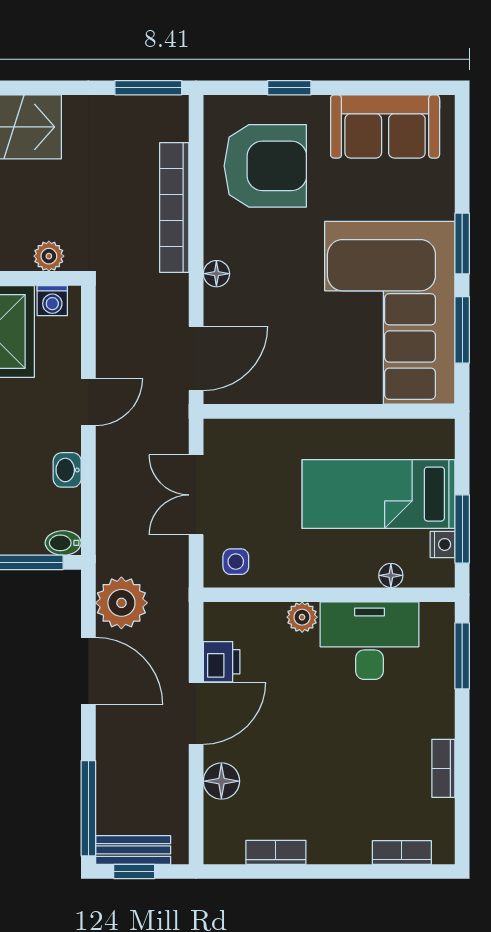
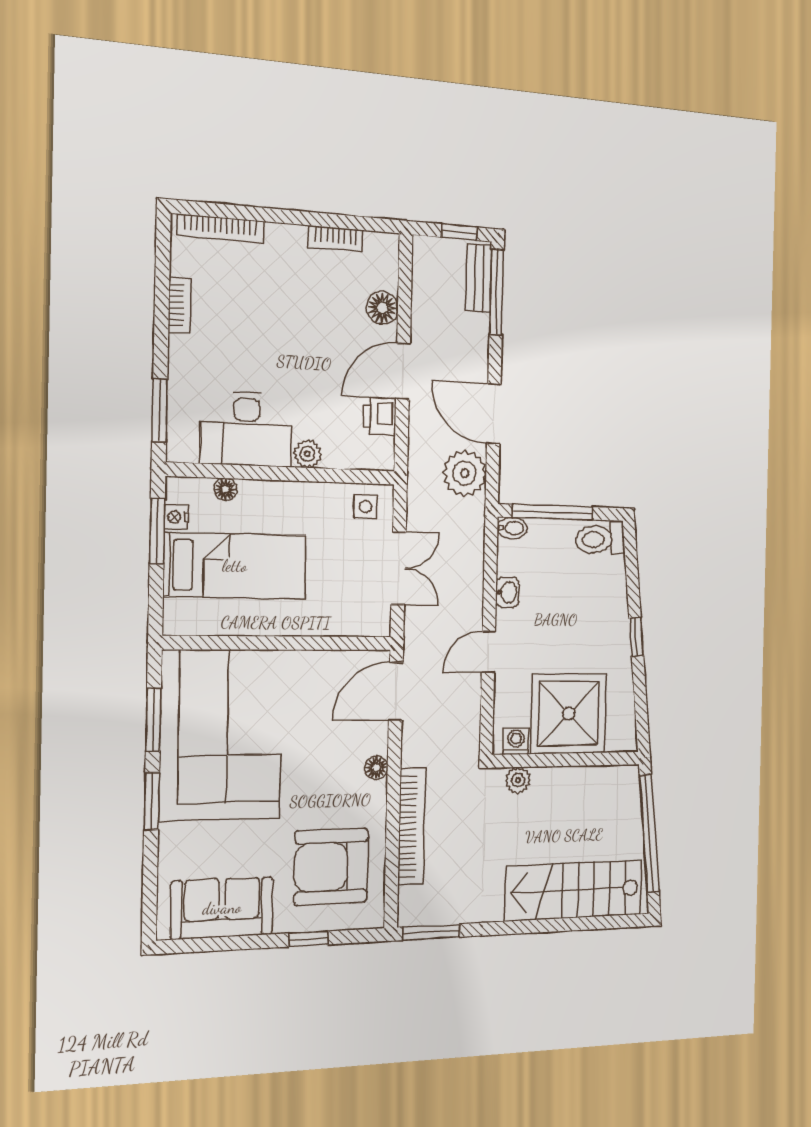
bench: (133, 850) -> (479, 278), moved, turned 90
bookcase: (402, 853) -> (220, 229), width x1.56

